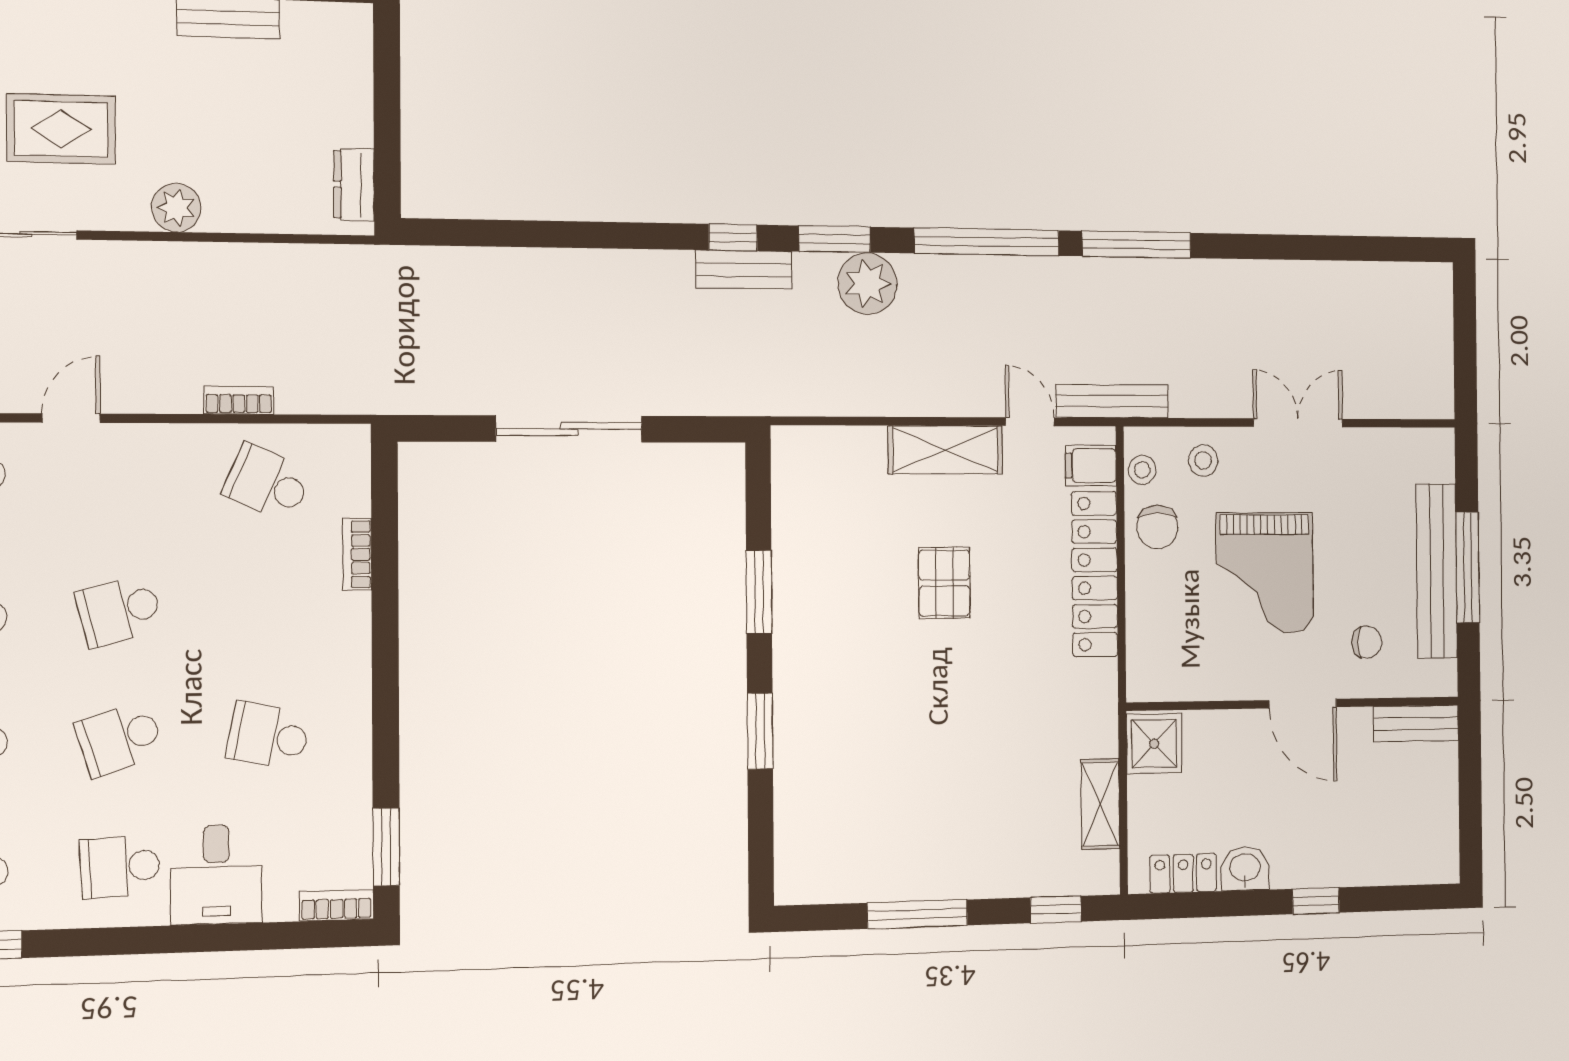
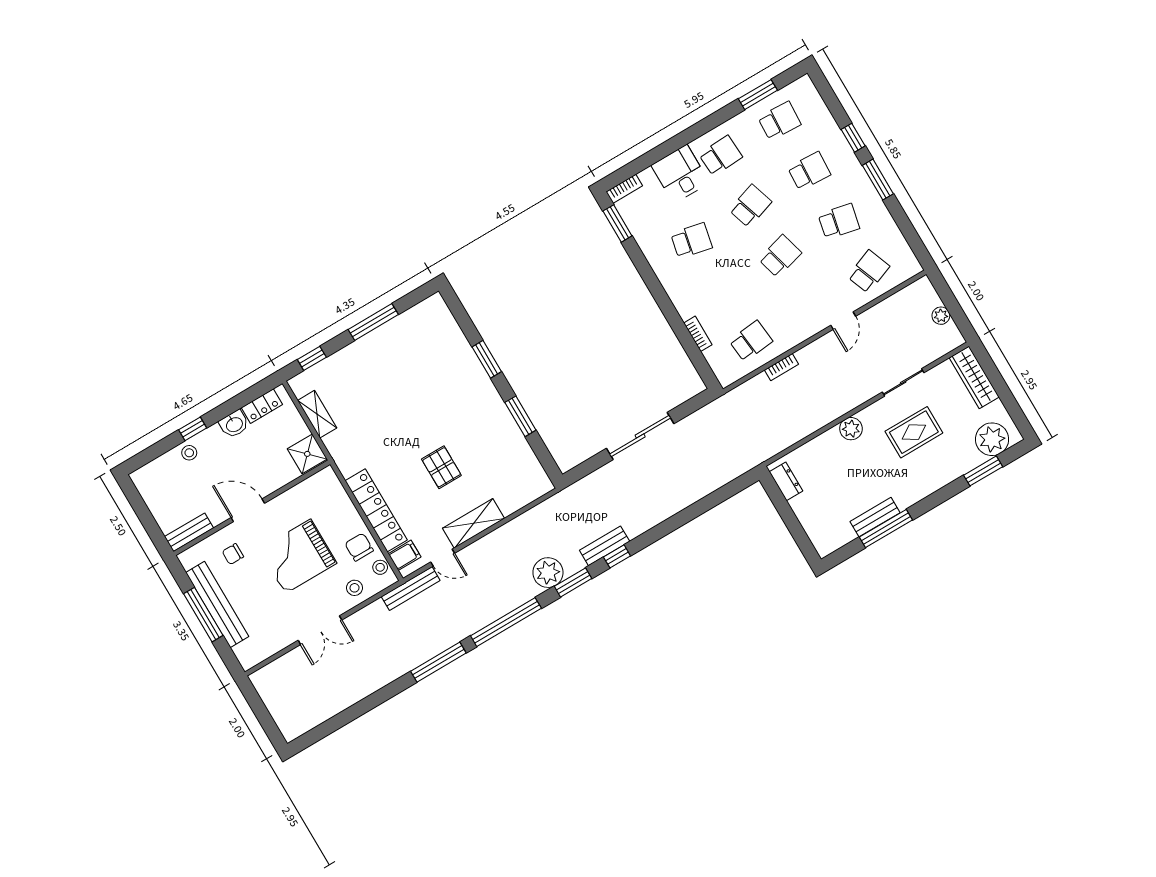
school desk: (267, 483) -> (751, 341), turned -30
grand piano: (1265, 573) -> (298, 556), turned -90
stool: (1343, 862) -> (189, 453), added

